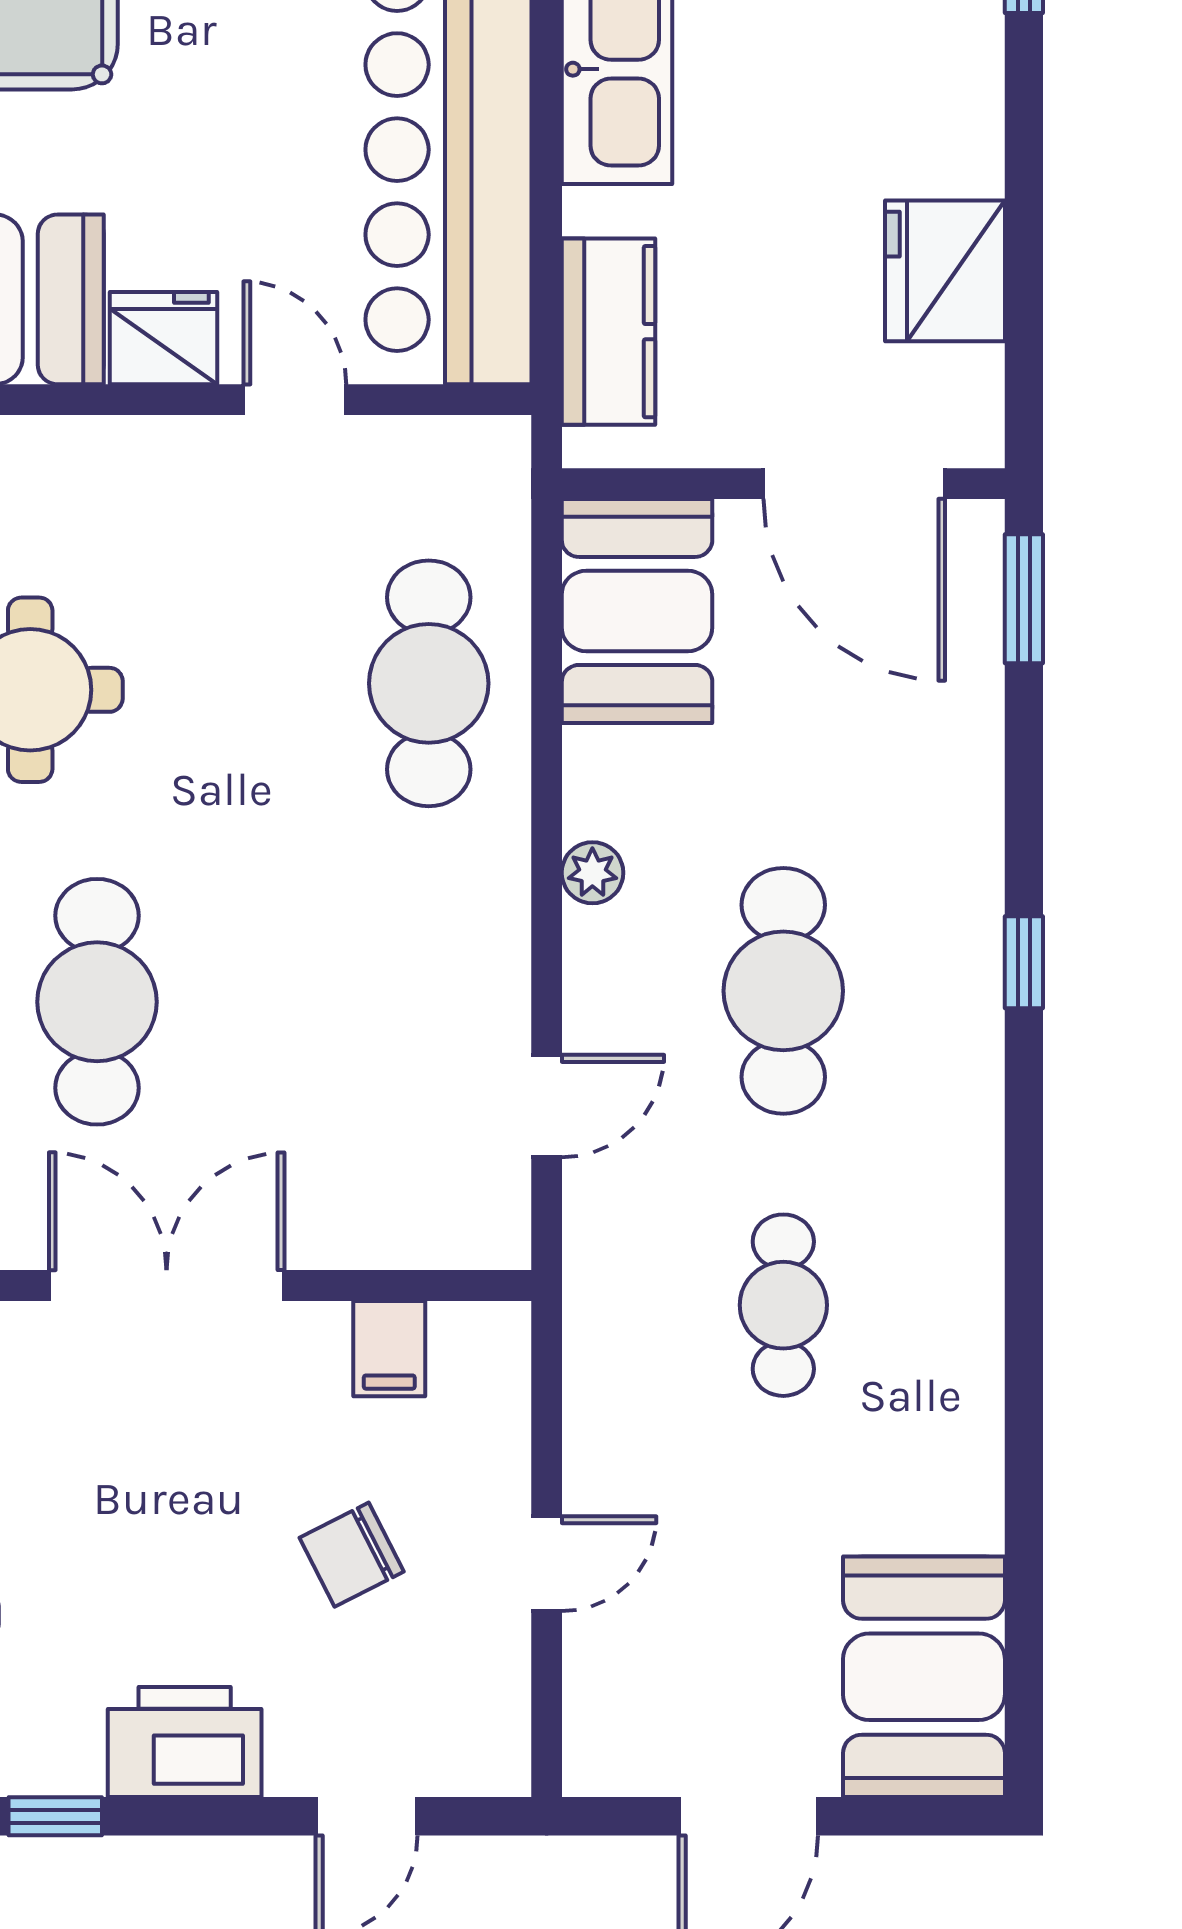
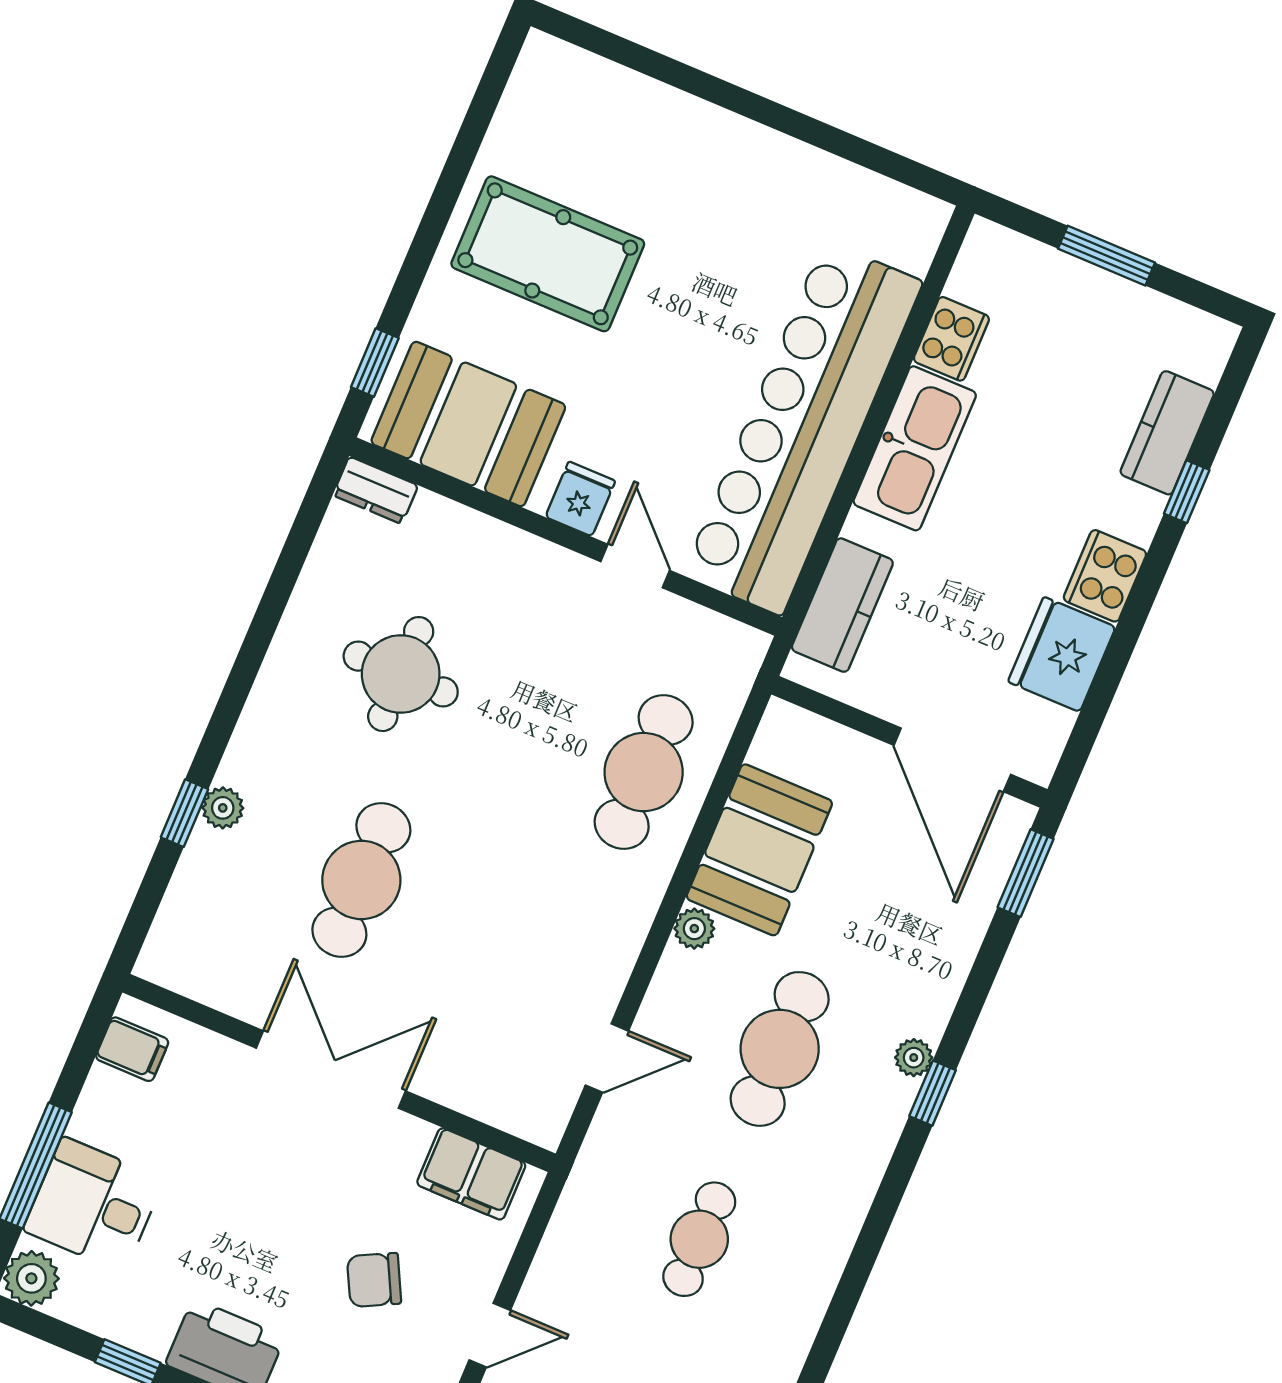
cooker: (959, 135) -> (1105, 576), added
fridge: (163, 338) -> (580, 499), width x0.72
booth: (637, 611) -> (759, 850), moved
plant: (976, 924) -> (914, 1058), added
filing cabinet: (389, 1349) -> (471, 1174), width x2.00

